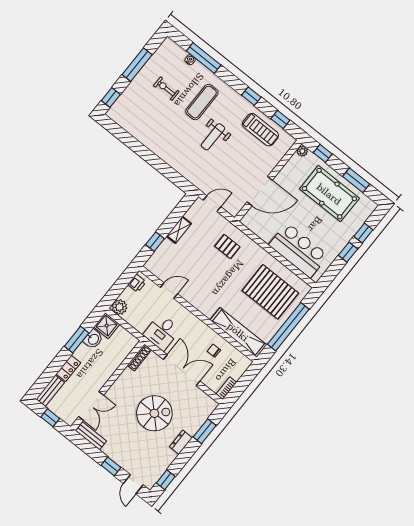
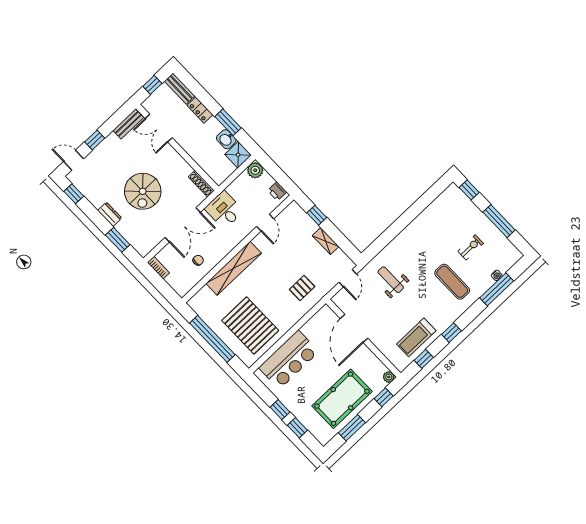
weight bench: (213, 137) -> (391, 280), moved
pallet: (270, 292) -> (250, 325), turned 90
shelving: (238, 332) -> (234, 268), moved

